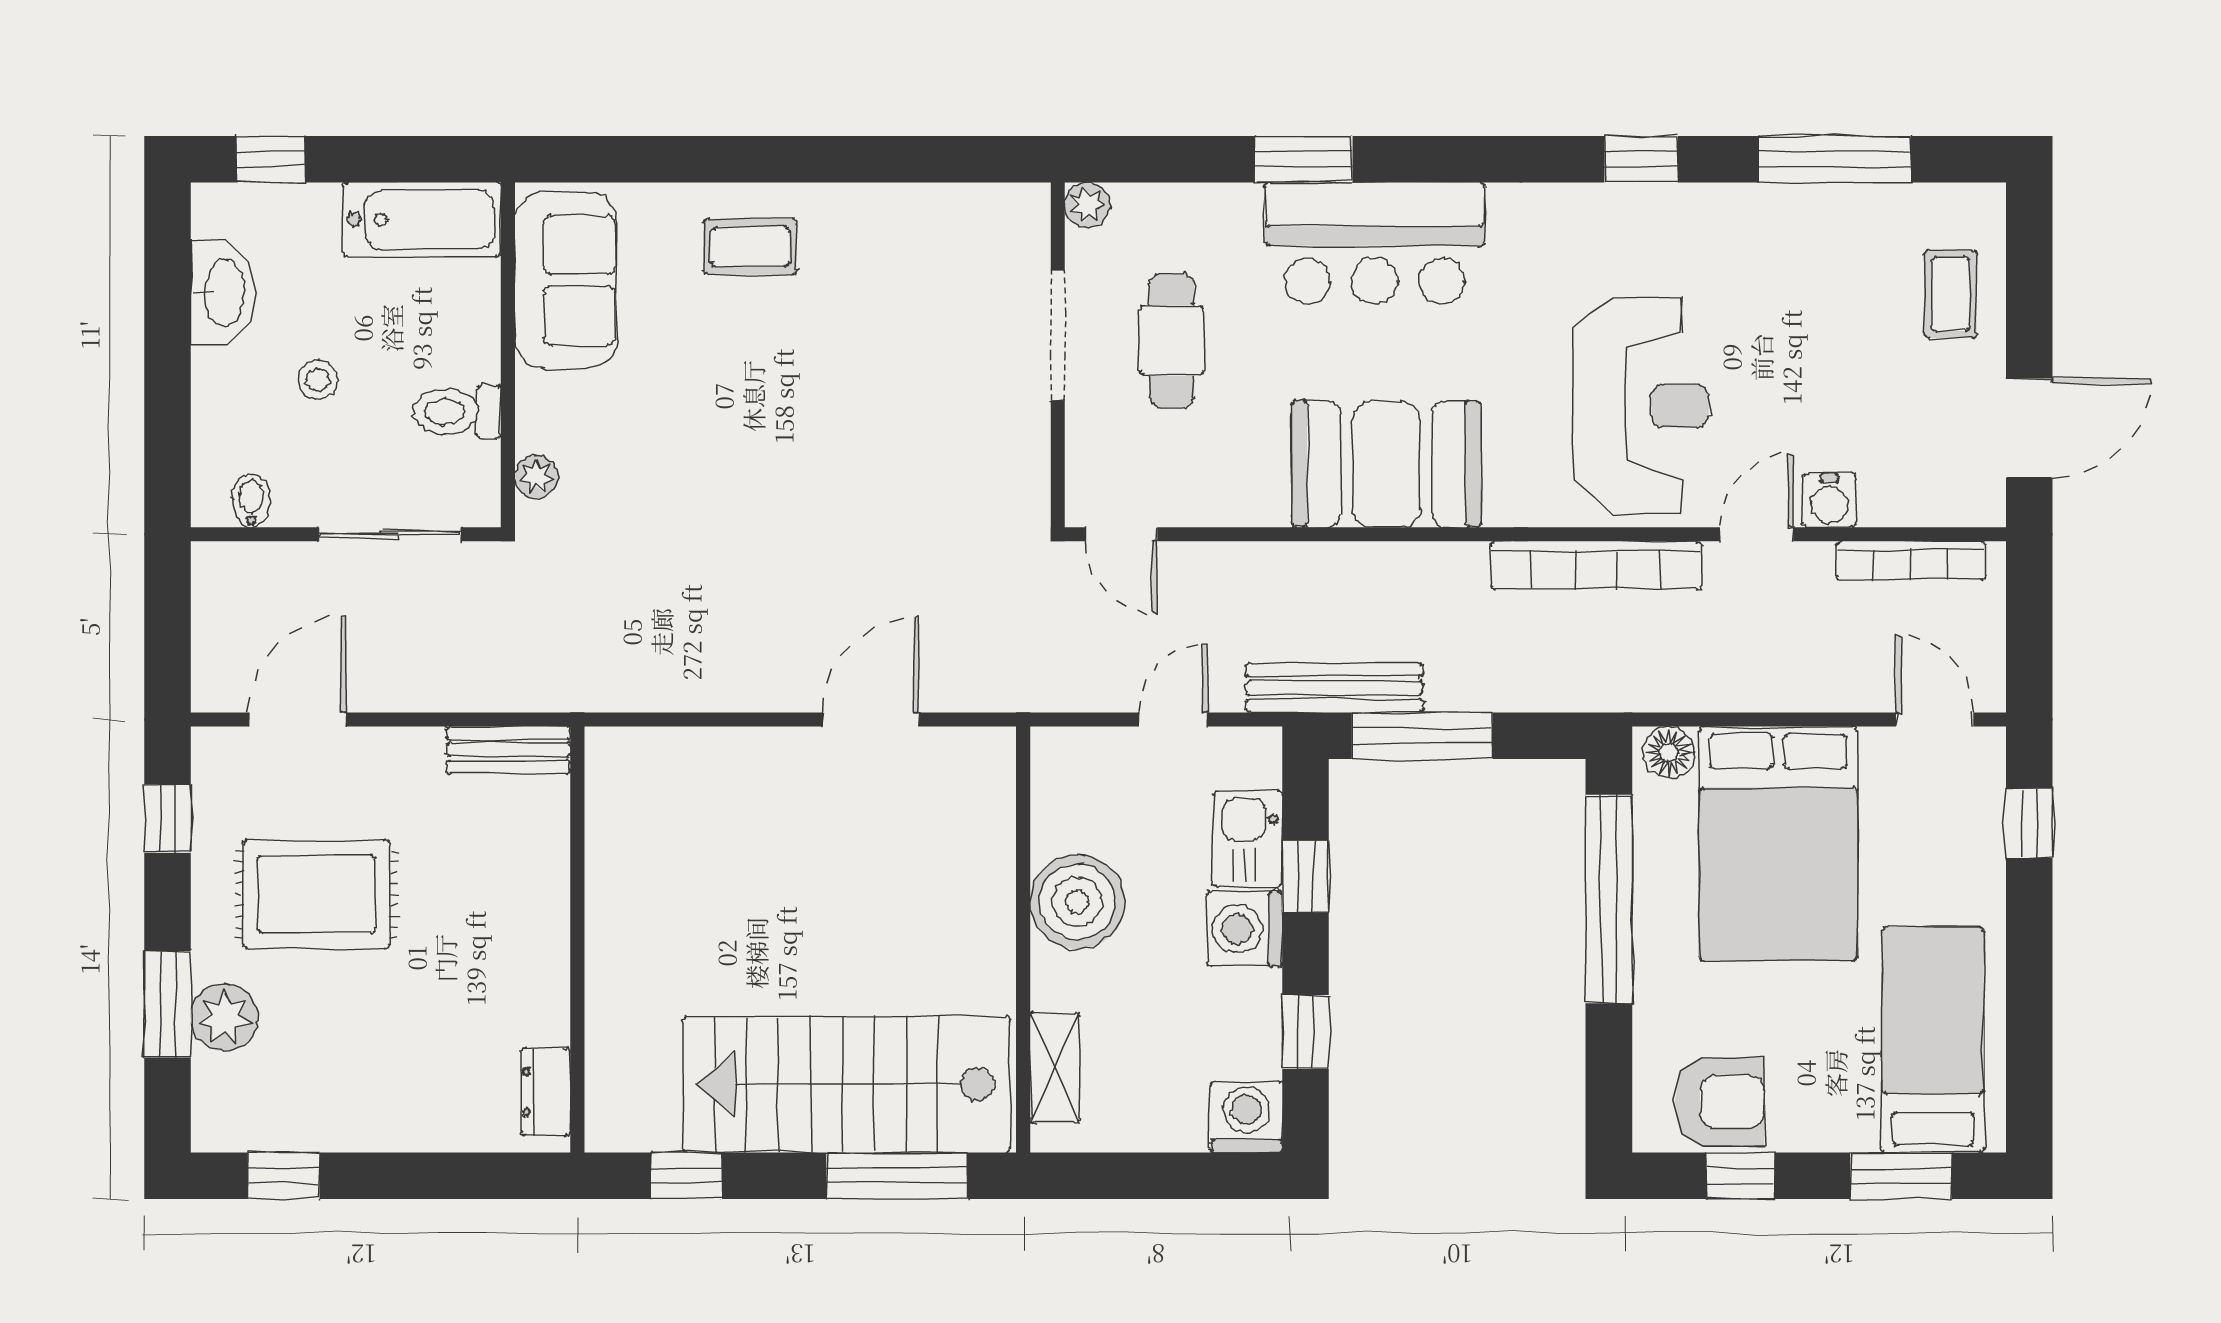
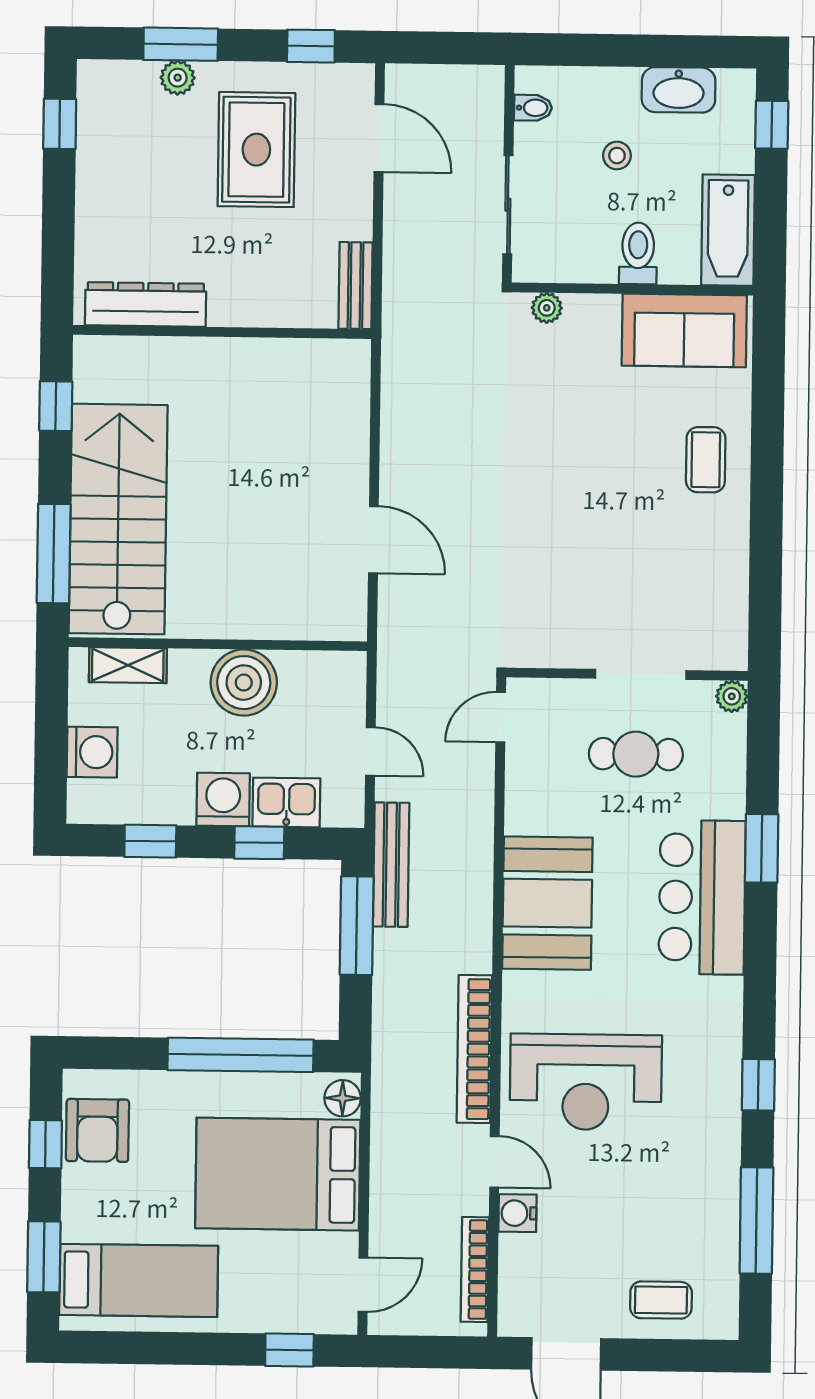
toilet: (457, 412) -> (638, 253), moved
plant: (224, 1017) -> (178, 78), width x0.73, depth x0.73
dresser: (546, 1092) -> (146, 304), width x1.96, depth x1.24
washing machine: (1247, 1117) -> (92, 752), moved

